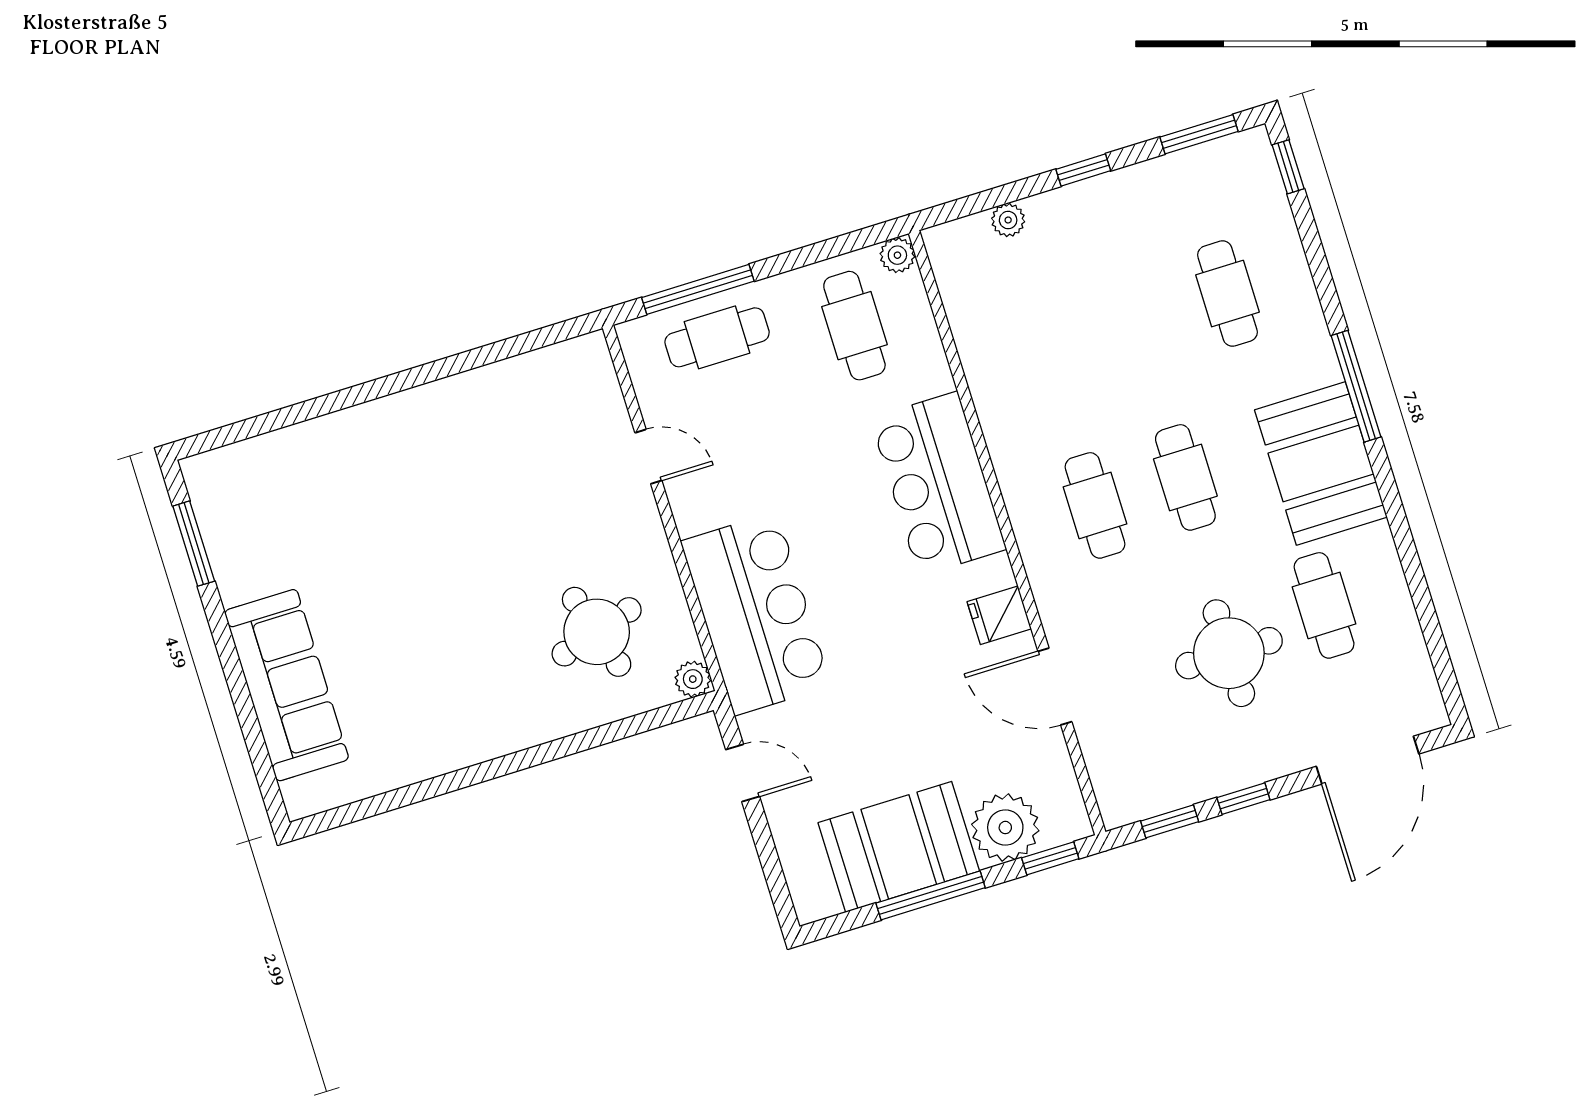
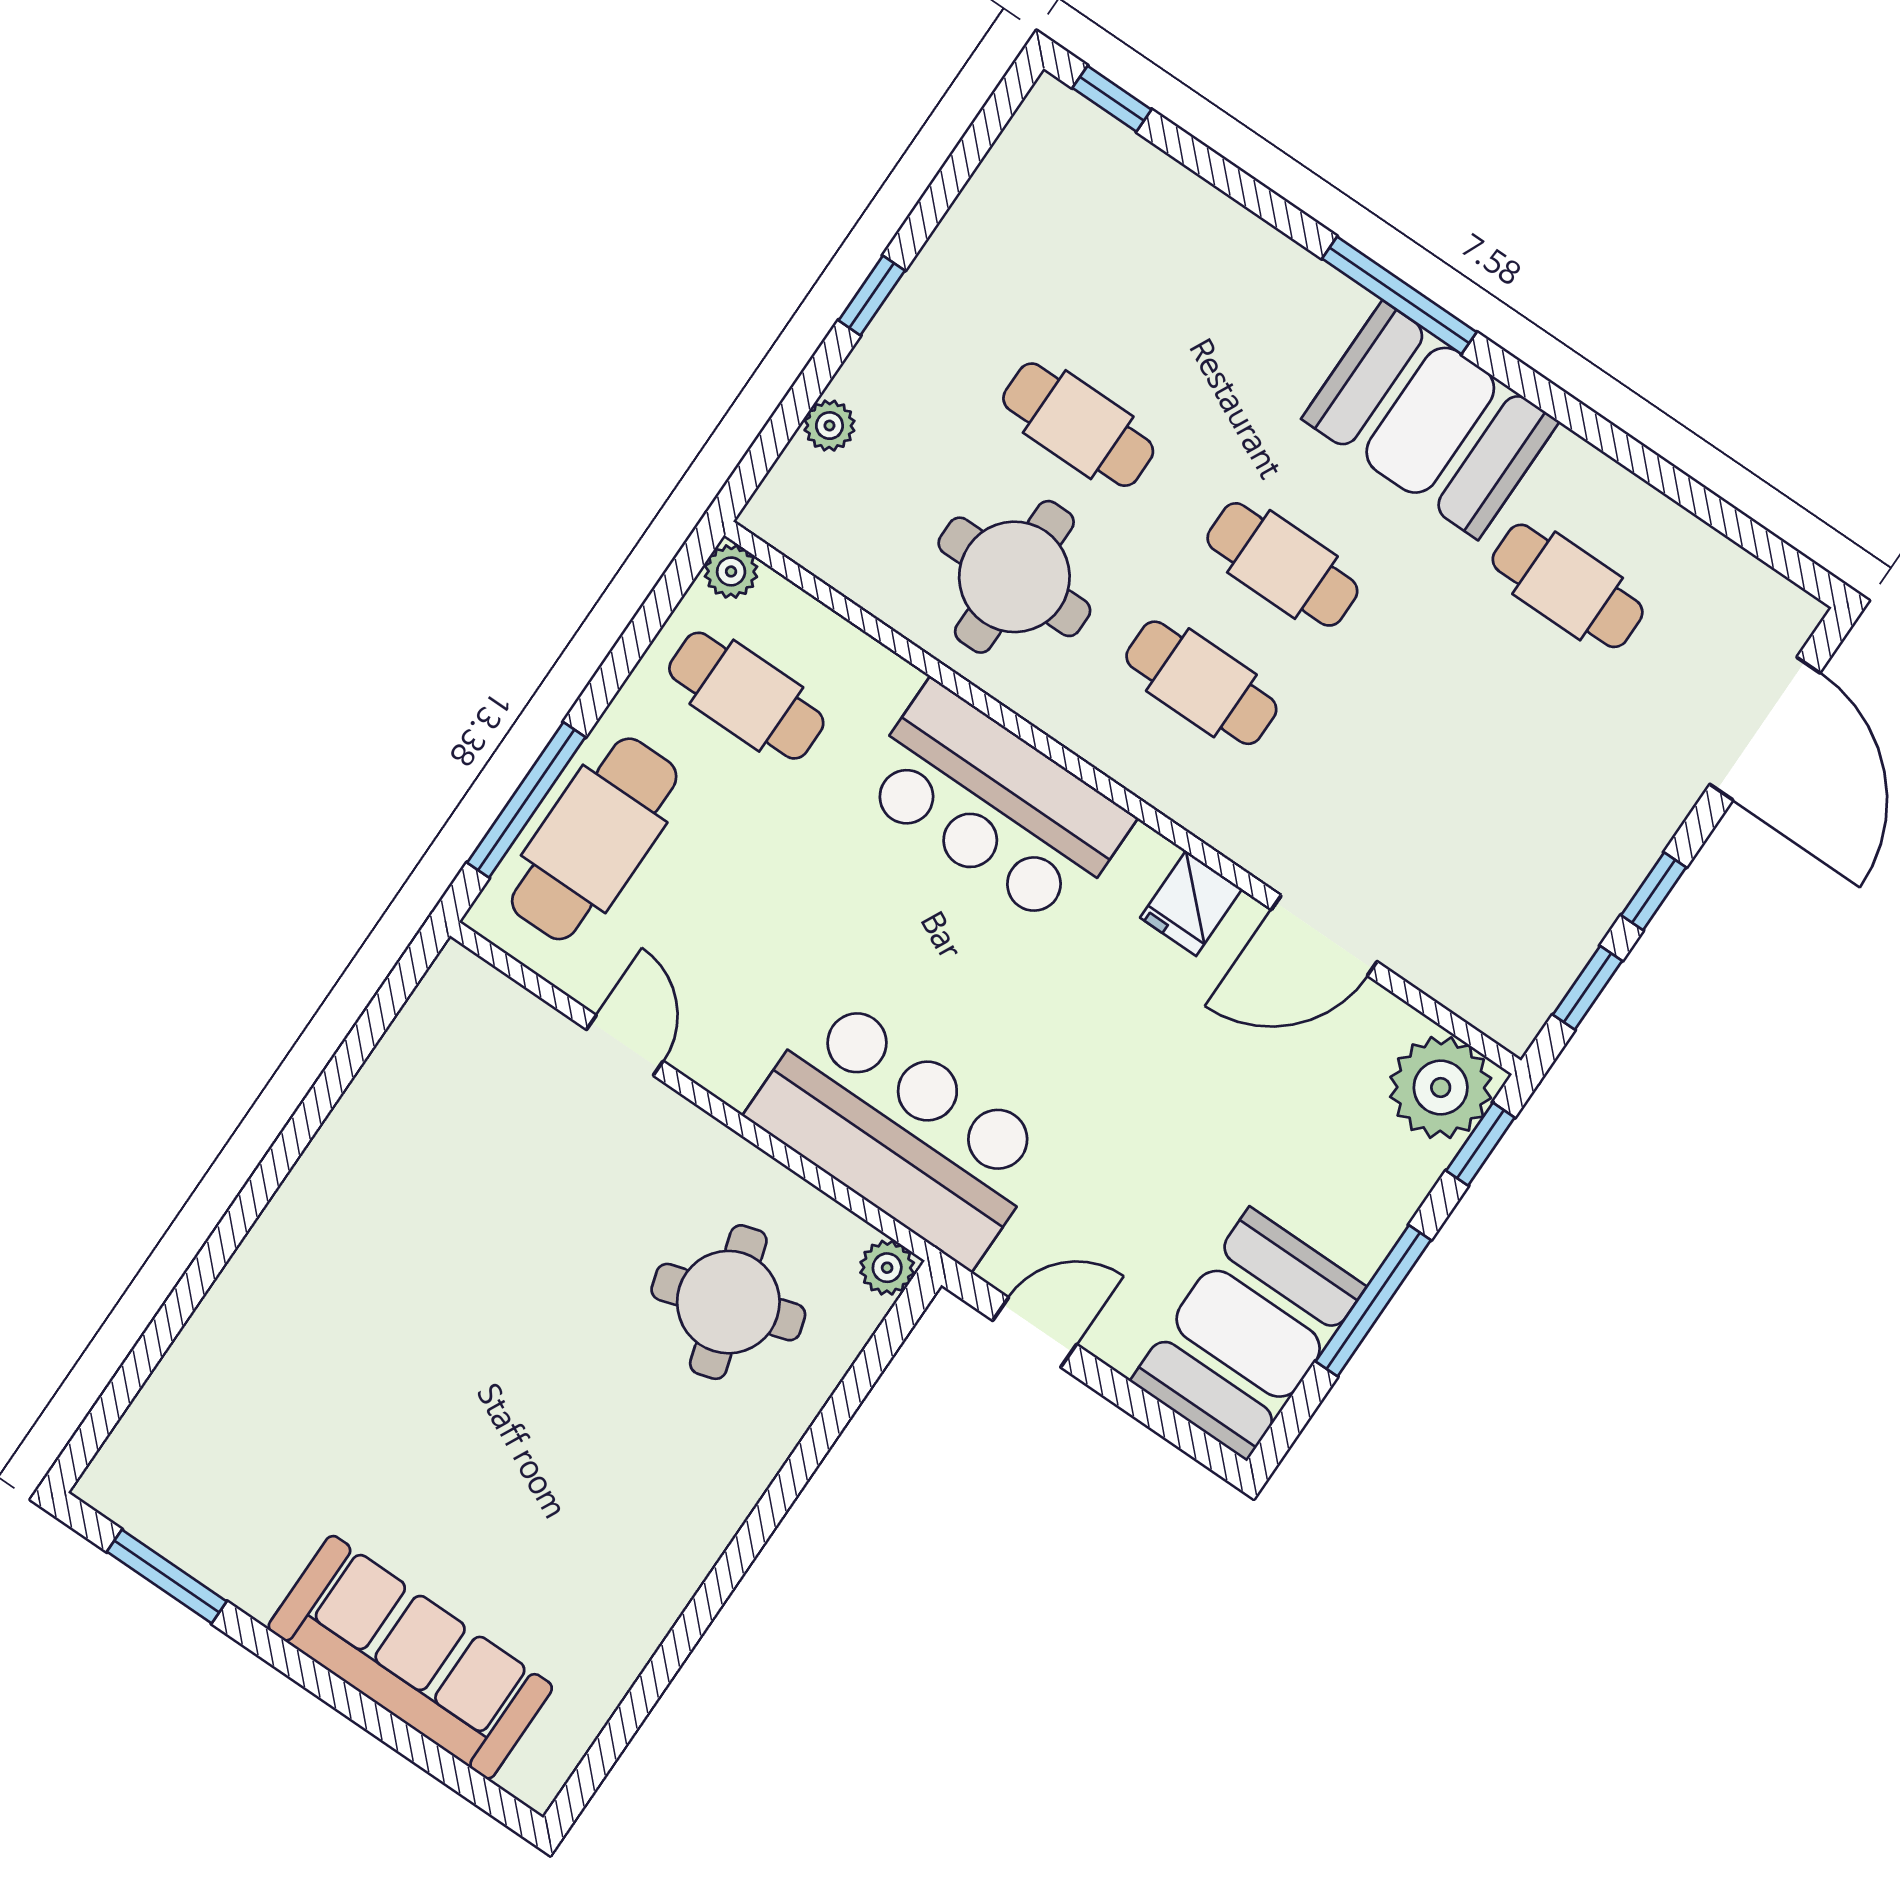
window: (1199, 134) -> (975, 144), removed
cafe table: (1227, 294) -> (1078, 425), moved
cafe table: (717, 337) -> (594, 839), width x1.37, depth x1.35
door: (648, 457) -> (625, 1045), hinge flipped
round table: (1229, 653) -> (1014, 577), moved
plant: (1005, 828) -> (1441, 1088), moved
booth: (899, 847) -> (1248, 1334), moved

